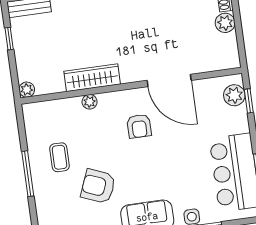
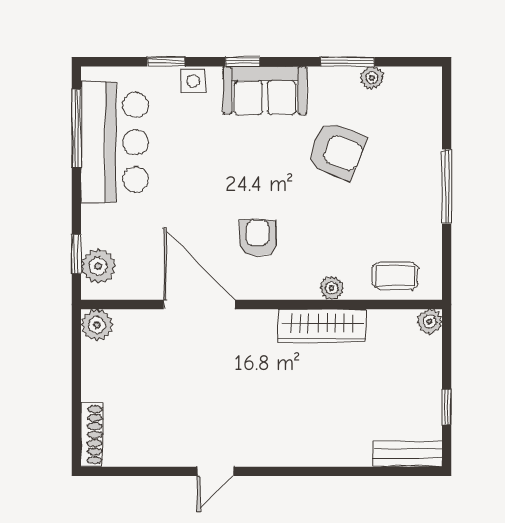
plant: (225, 23) -> (97, 325), moved
coffee table: (60, 157) -> (395, 276), moved, turned 90

